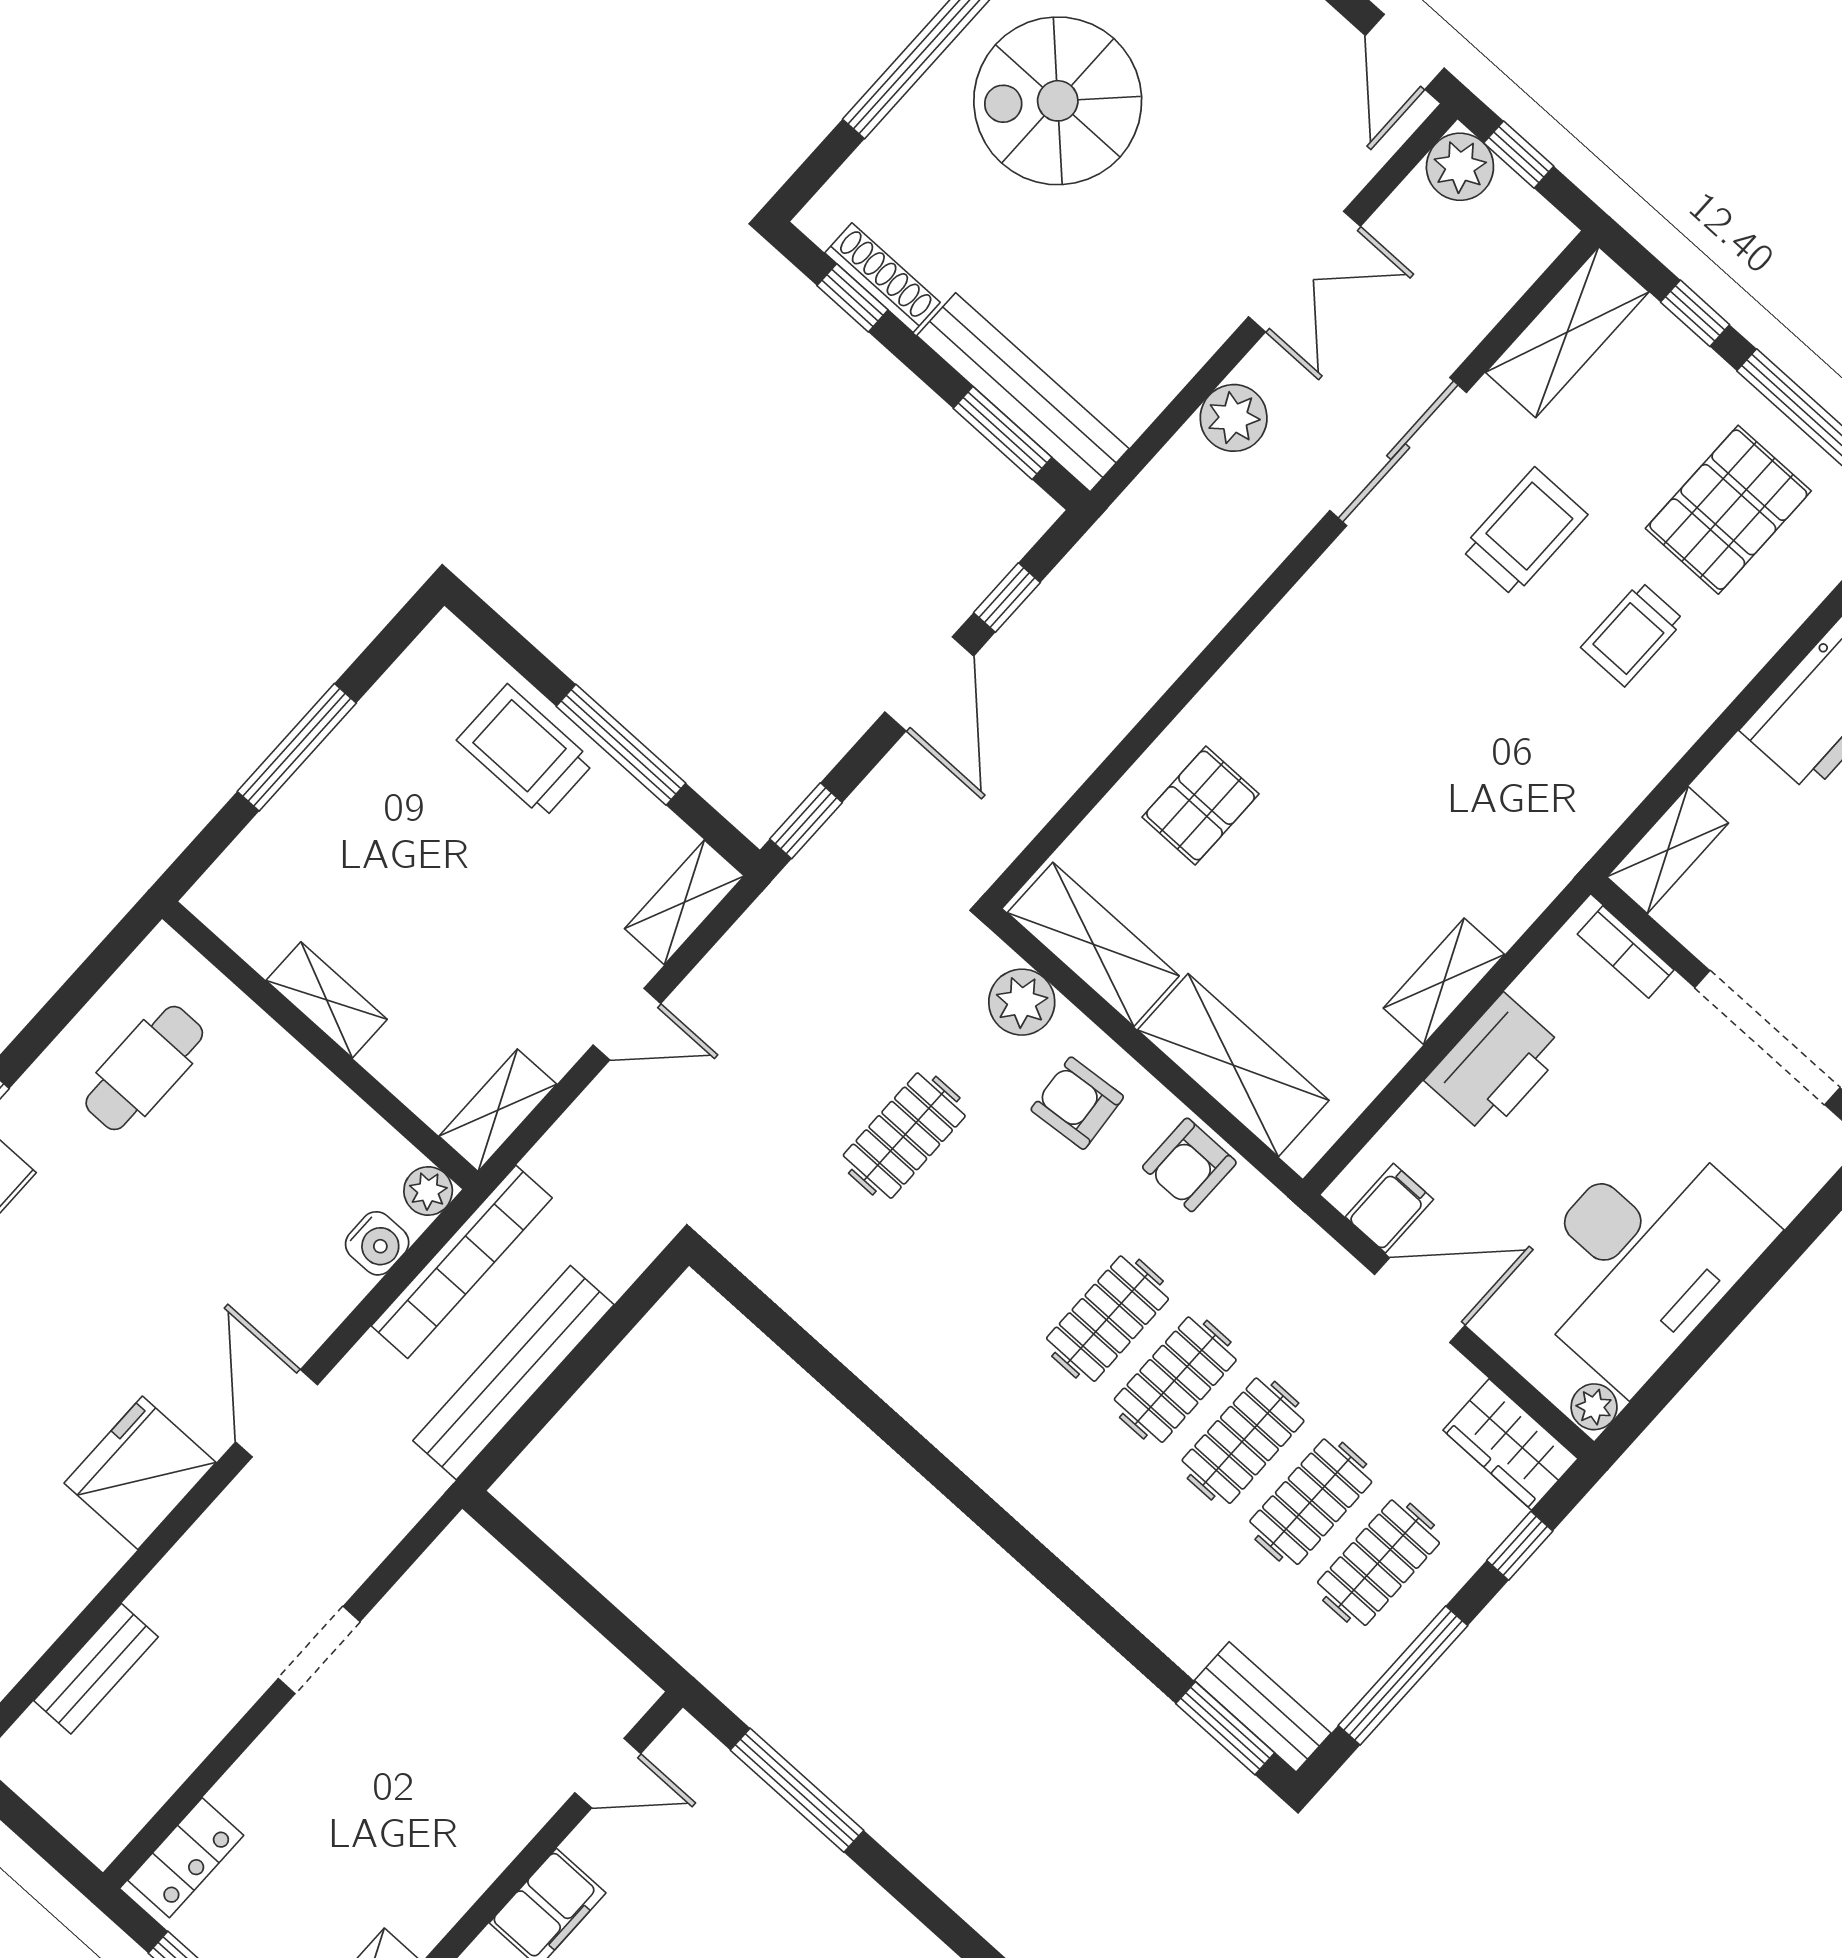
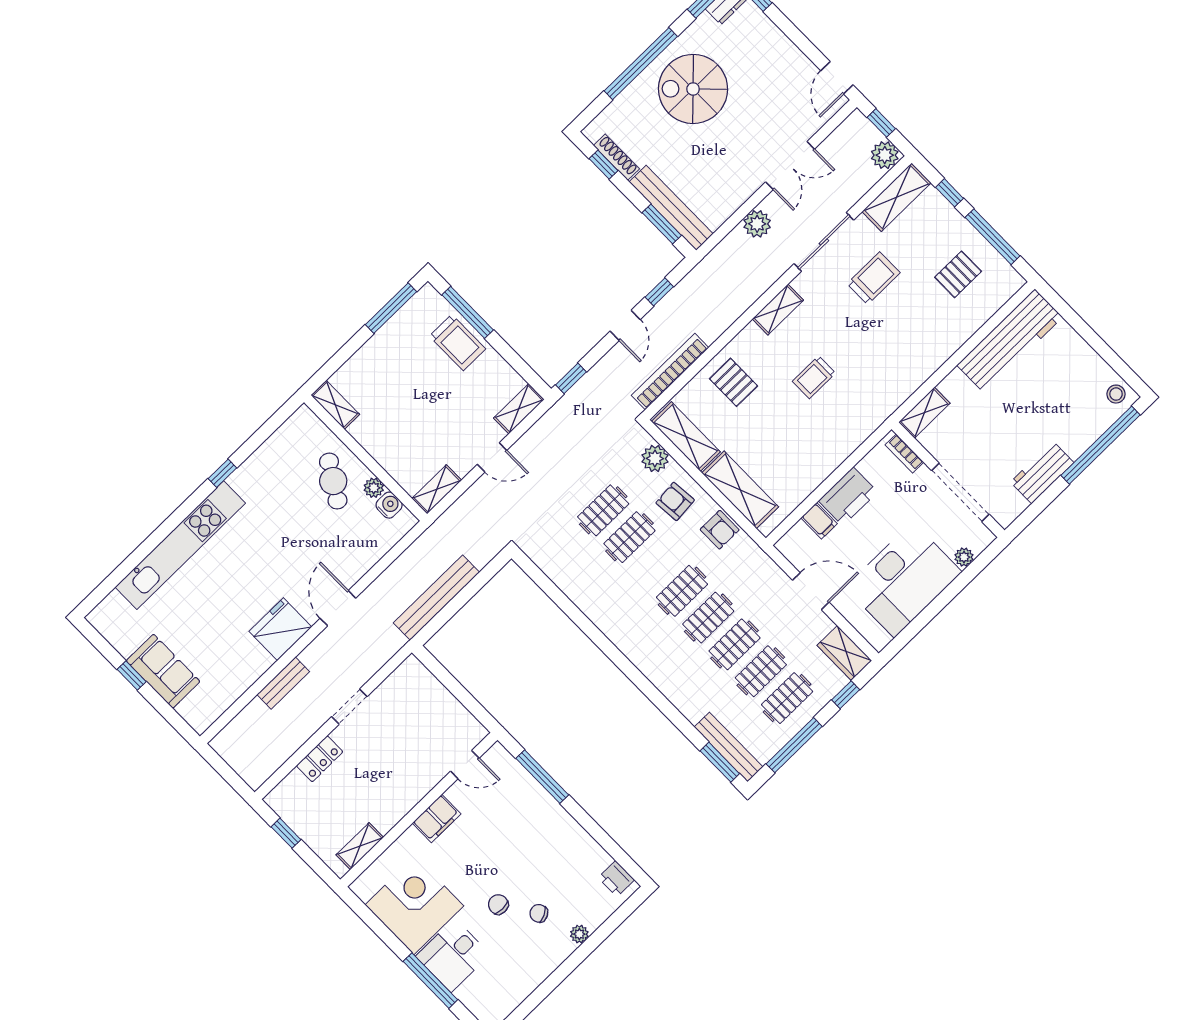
plant: (1460, 167) -> (885, 155), moved
pallet: (1728, 510) -> (958, 274), width x0.67, depth x0.71
trolley: (1633, 634) -> (814, 377), moved
door: (929, 684) -> (625, 325), width x0.73
window: (621, 745) -> (468, 312), moved
window: (297, 747) -> (391, 308), moved
trolley: (526, 751) -> (457, 343), turned 180
pallet: (1201, 805) -> (733, 382), turned 90
shelving: (1444, 981) -> (778, 310), moved
shelving: (327, 1000) -> (335, 405), moved
cafe table: (144, 1068) -> (333, 481), moved, turned -58
armchair: (1189, 1165) -> (720, 530), turned -90
plant: (428, 1191) -> (374, 488), moved
clothes rail: (972, 1197) -> (629, 537), added
filing cabinet: (1389, 1208) -> (819, 521), moved, turned 90
water cooler: (377, 1243) -> (389, 505), moved, turned -90
bookcase: (462, 1262) -> (670, 372), moved, turned 180
plant: (1594, 1407) -> (964, 557), moved
bench: (96, 1669) -> (283, 683), moved
bench: (1263, 1707) -> (729, 747), width x1.36
locker: (186, 1858) -> (320, 759), moved

